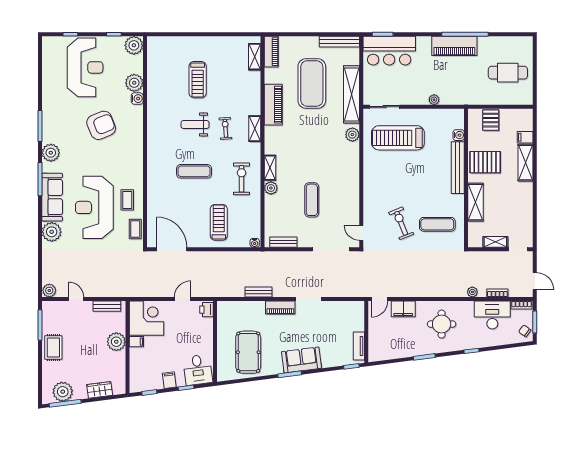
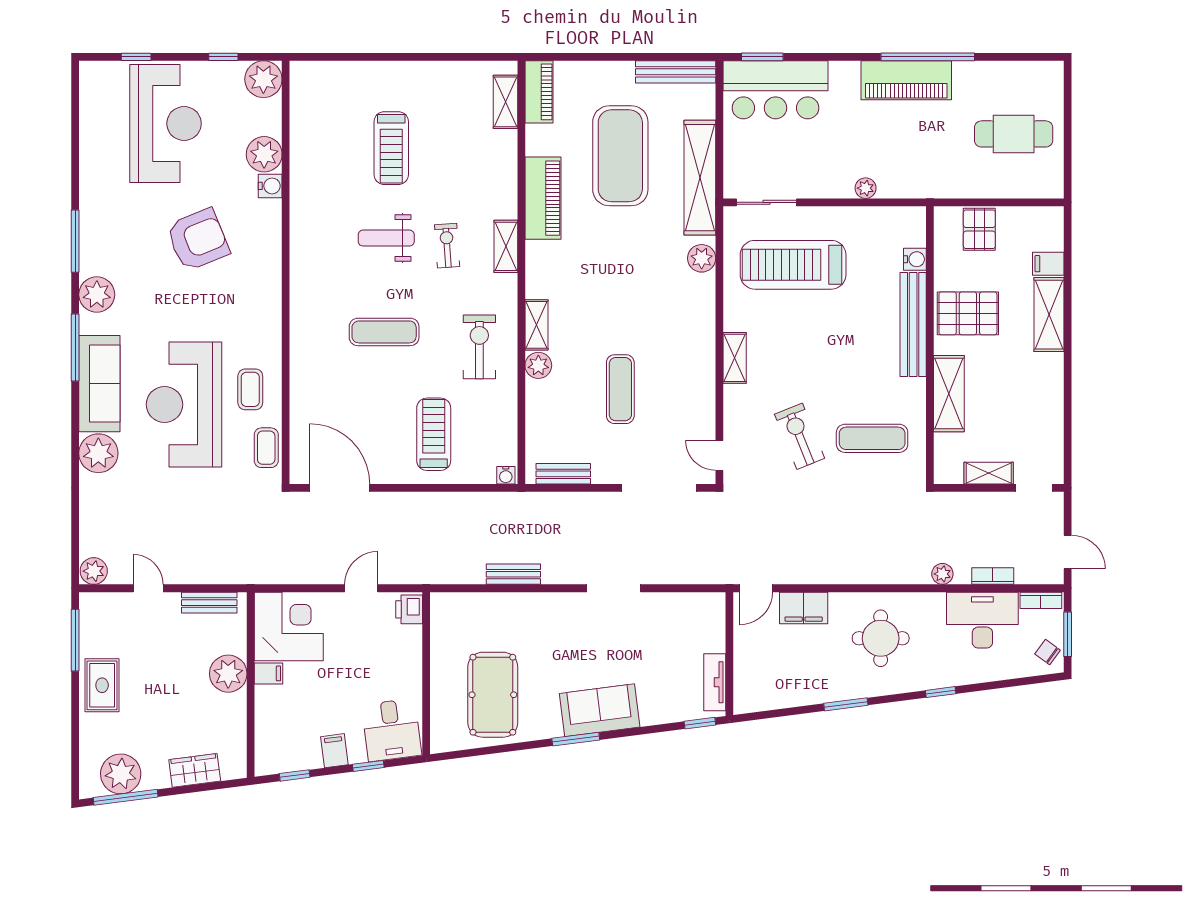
shelving: (369, 184) -> (735, 358), added
piano: (280, 308) -> (557, 605), removed

